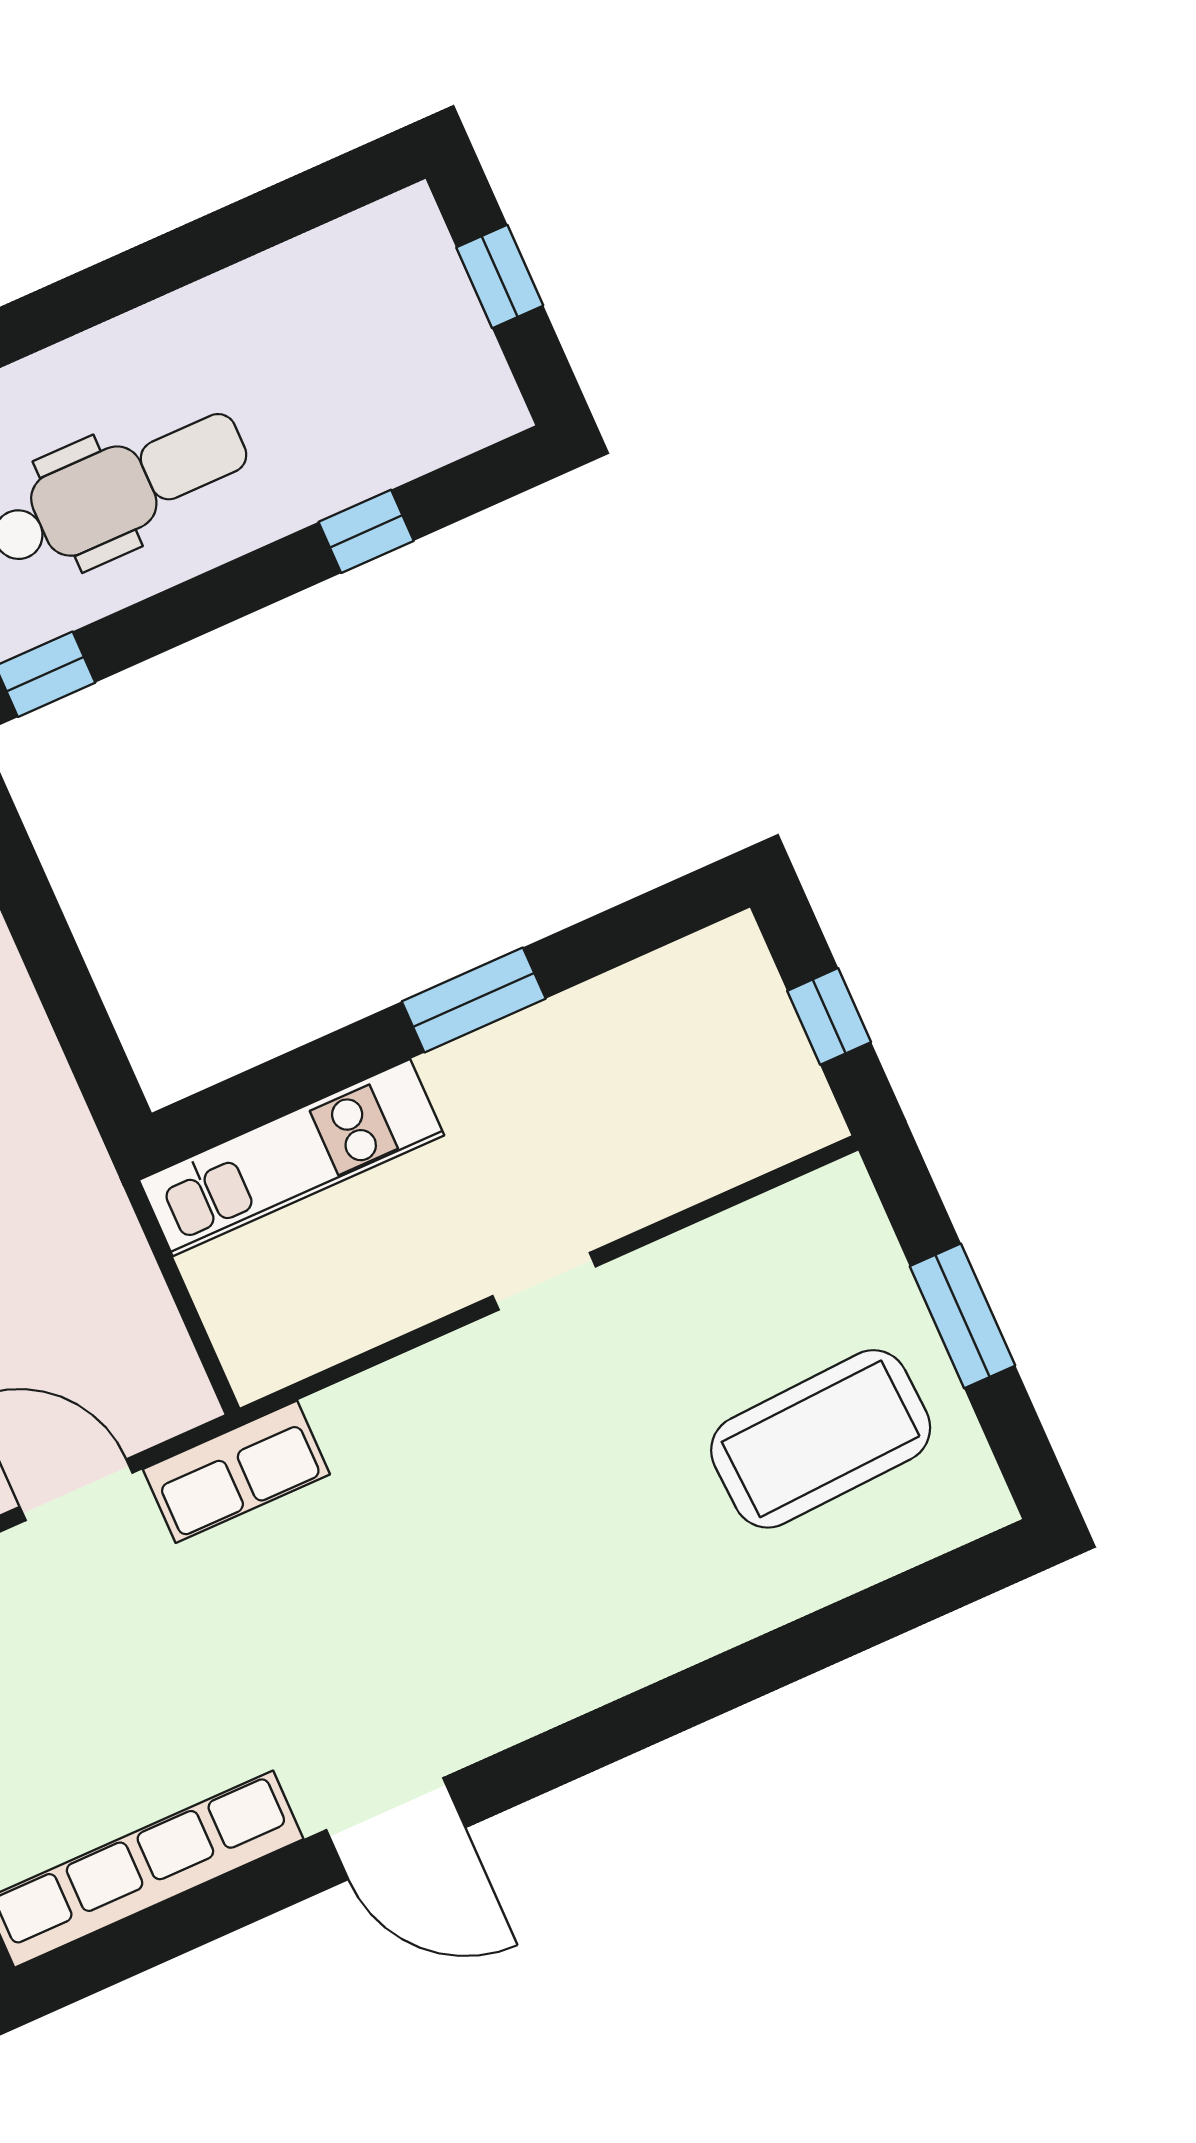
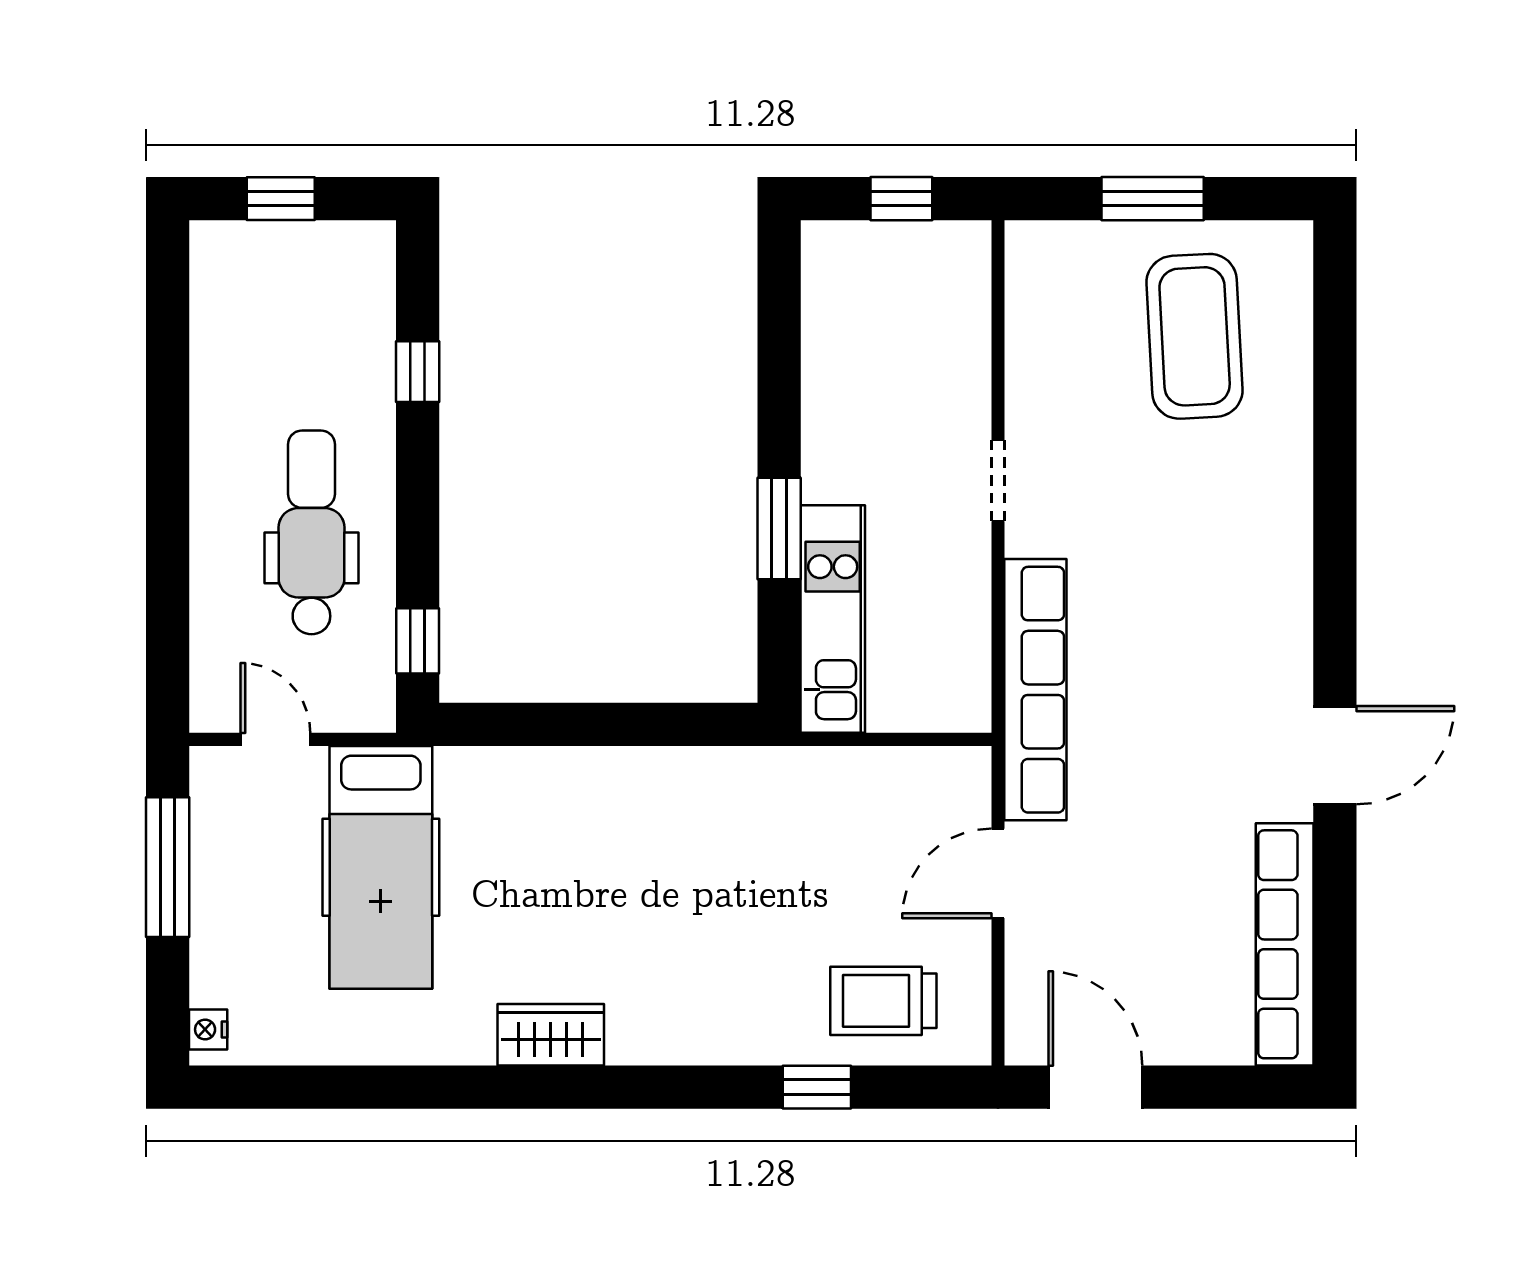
window: (474, 1000) -> (779, 529), moved
row of seats: (236, 1472) -> (1035, 690), width x2.02

